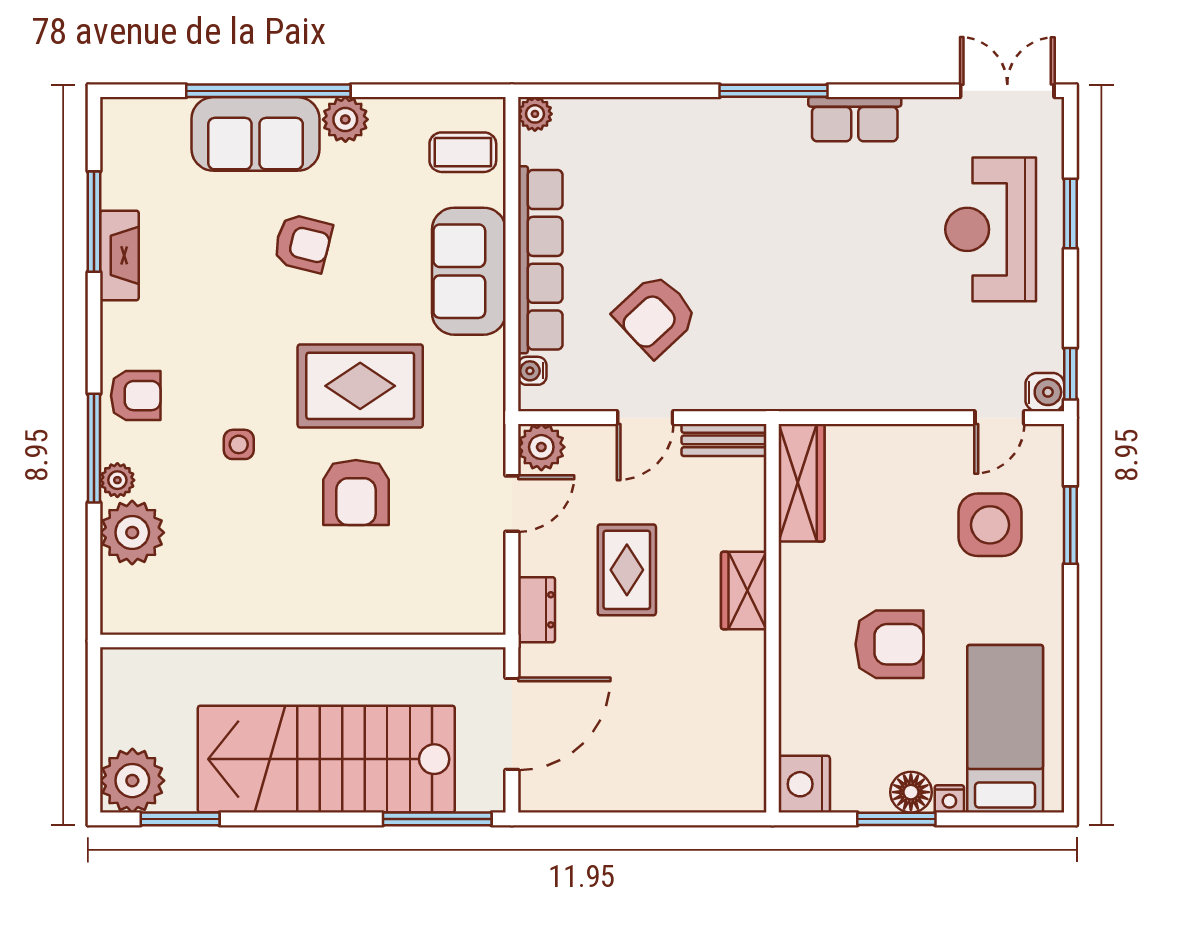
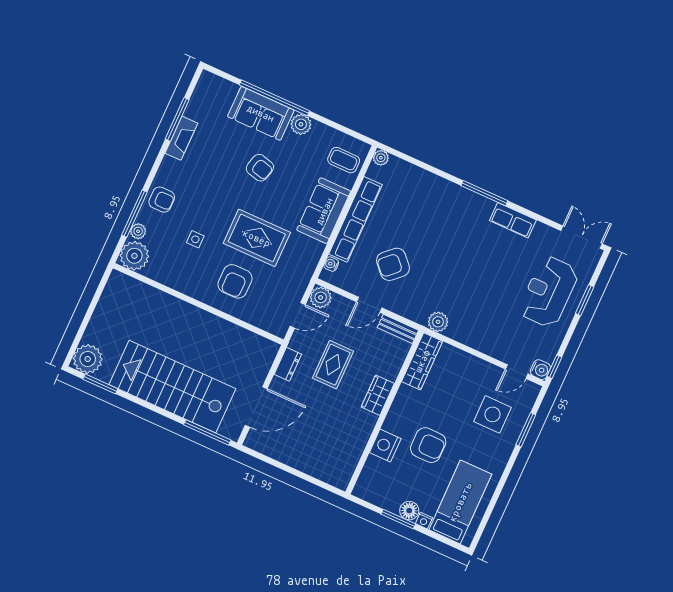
plant: (798, 389) -> (438, 322), added
wall: (303, 641) -> (198, 304), moved
nightstand: (804, 784) -> (385, 446), moved

